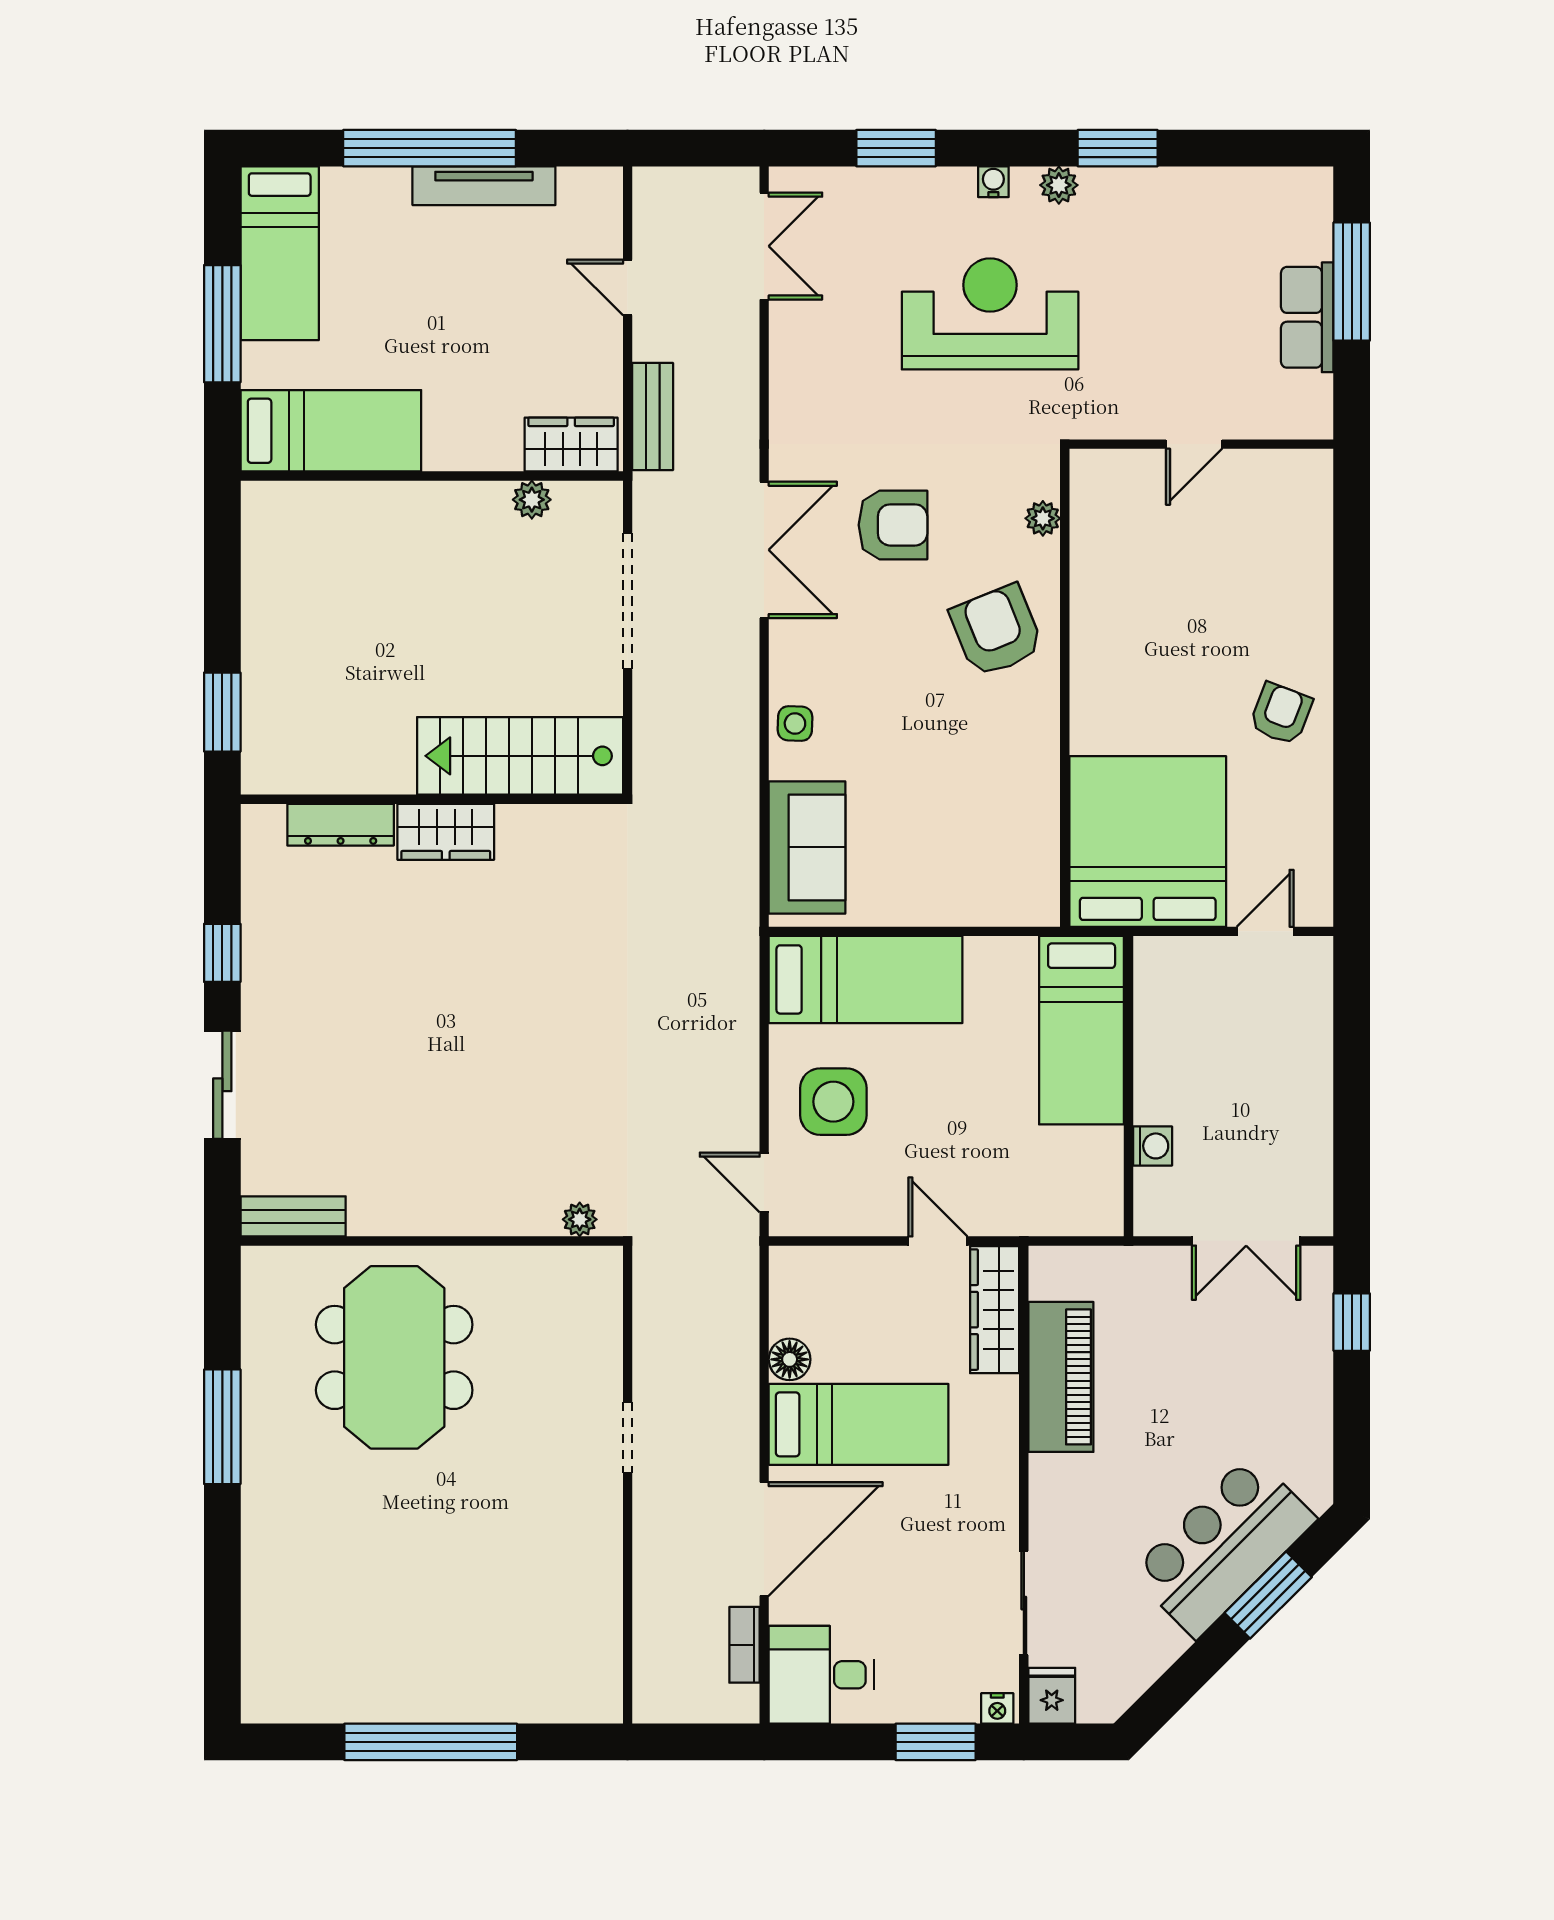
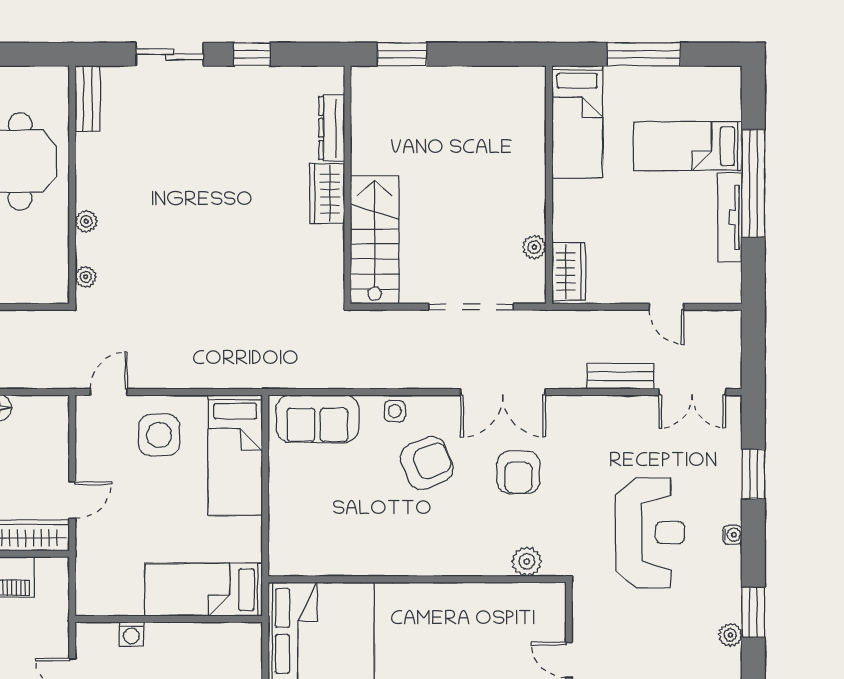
plant: (1059, 185) -> (730, 635), moved
bed: (280, 253) -> (688, 146), moved
door: (628, 287) -> (667, 307), swing flipped
bench: (653, 416) -> (620, 376), moved
plant: (1043, 518) -> (527, 561), width x1.38, depth x1.38
armchair: (997, 631) -> (427, 463), moved
plant: (490, 1219) -> (86, 221), added

